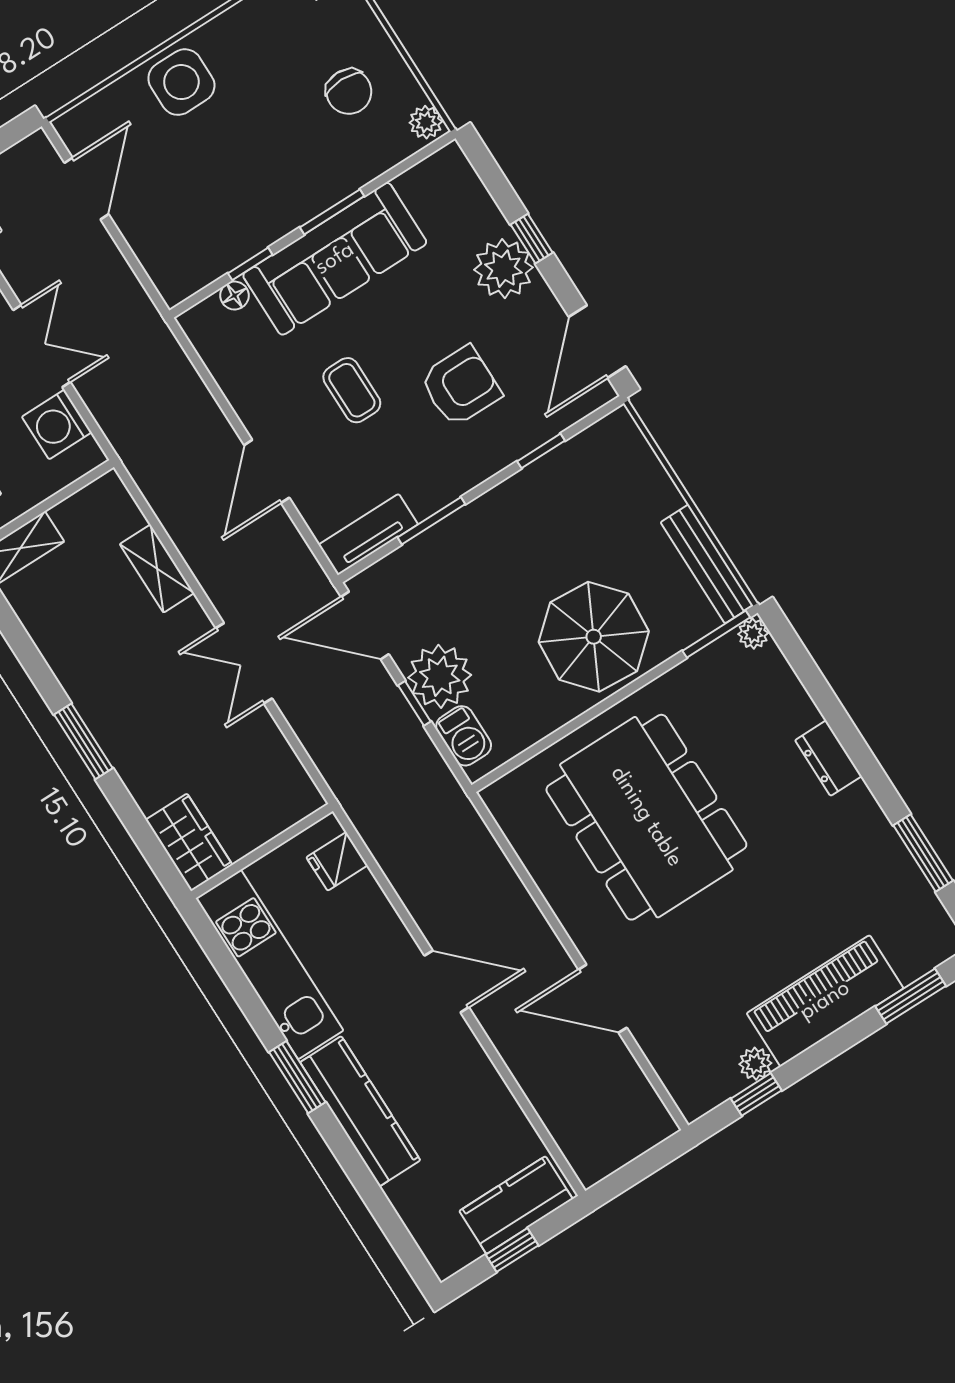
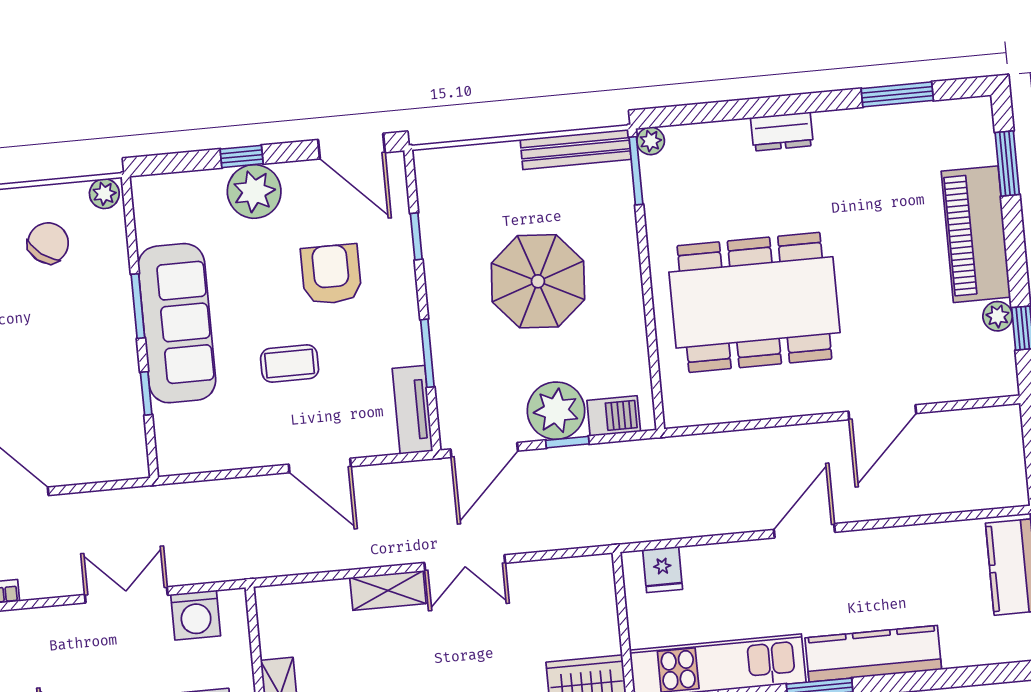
chair: (349, 92) -> (48, 243), turned -52
floor lamp: (235, 296) -> (165, 419), removed
shelving: (157, 569) -> (388, 591), moved
parasol: (594, 637) -> (538, 281), moved

